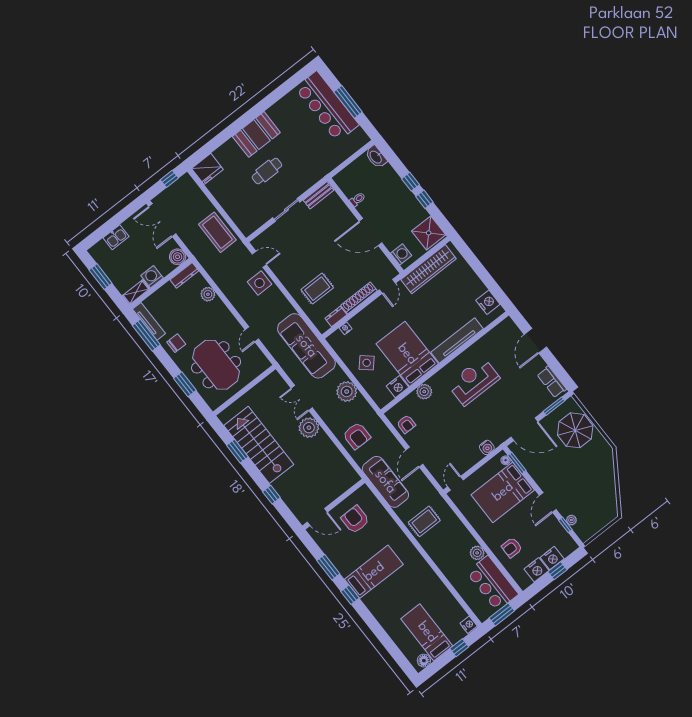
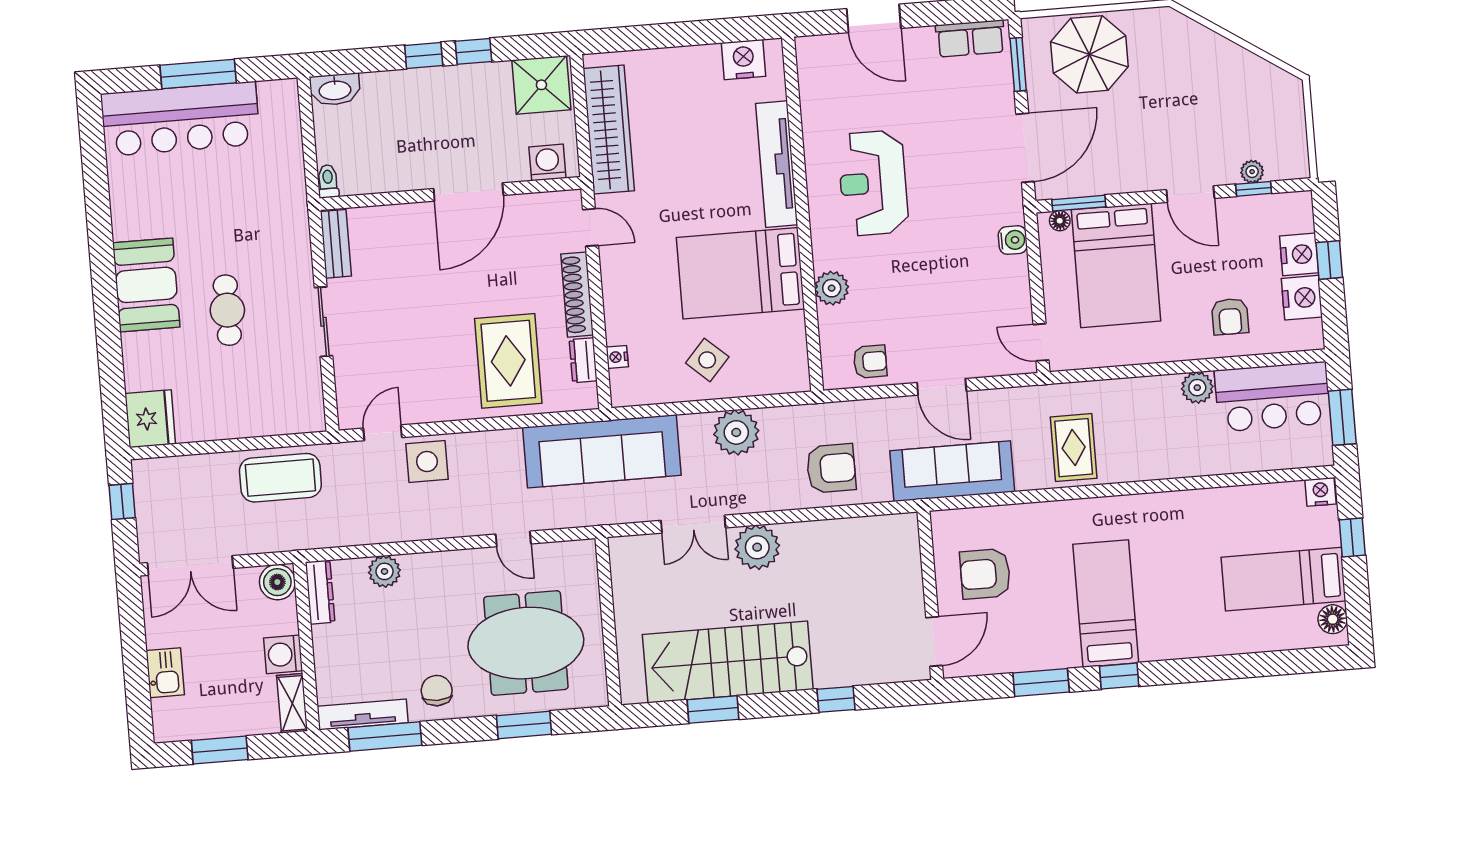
toilet: (357, 199) -> (328, 181), moved
rug: (317, 289) -> (508, 361), width x1.36, depth x1.43
nightstand: (397, 387) -> (789, 332), removed

